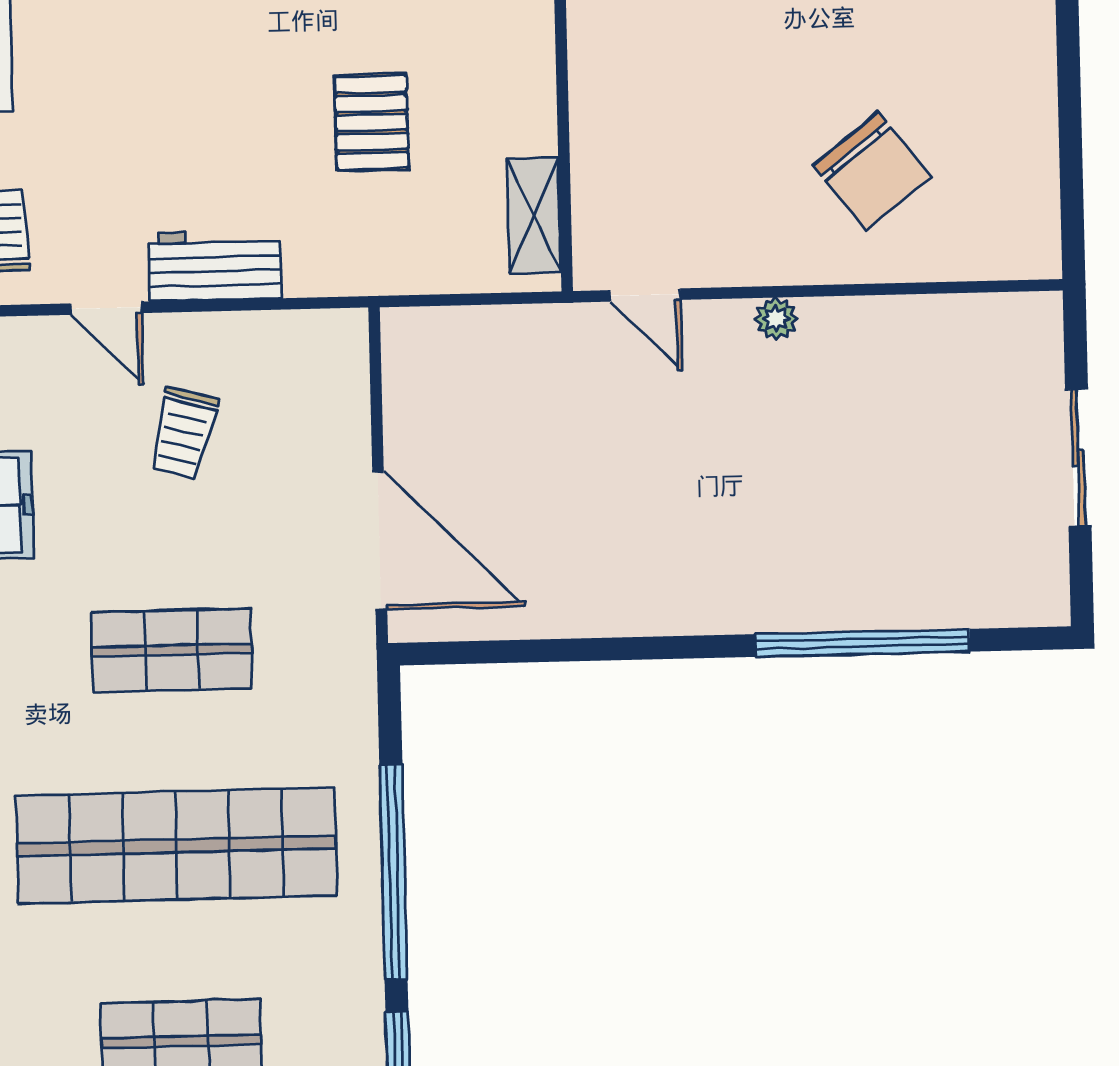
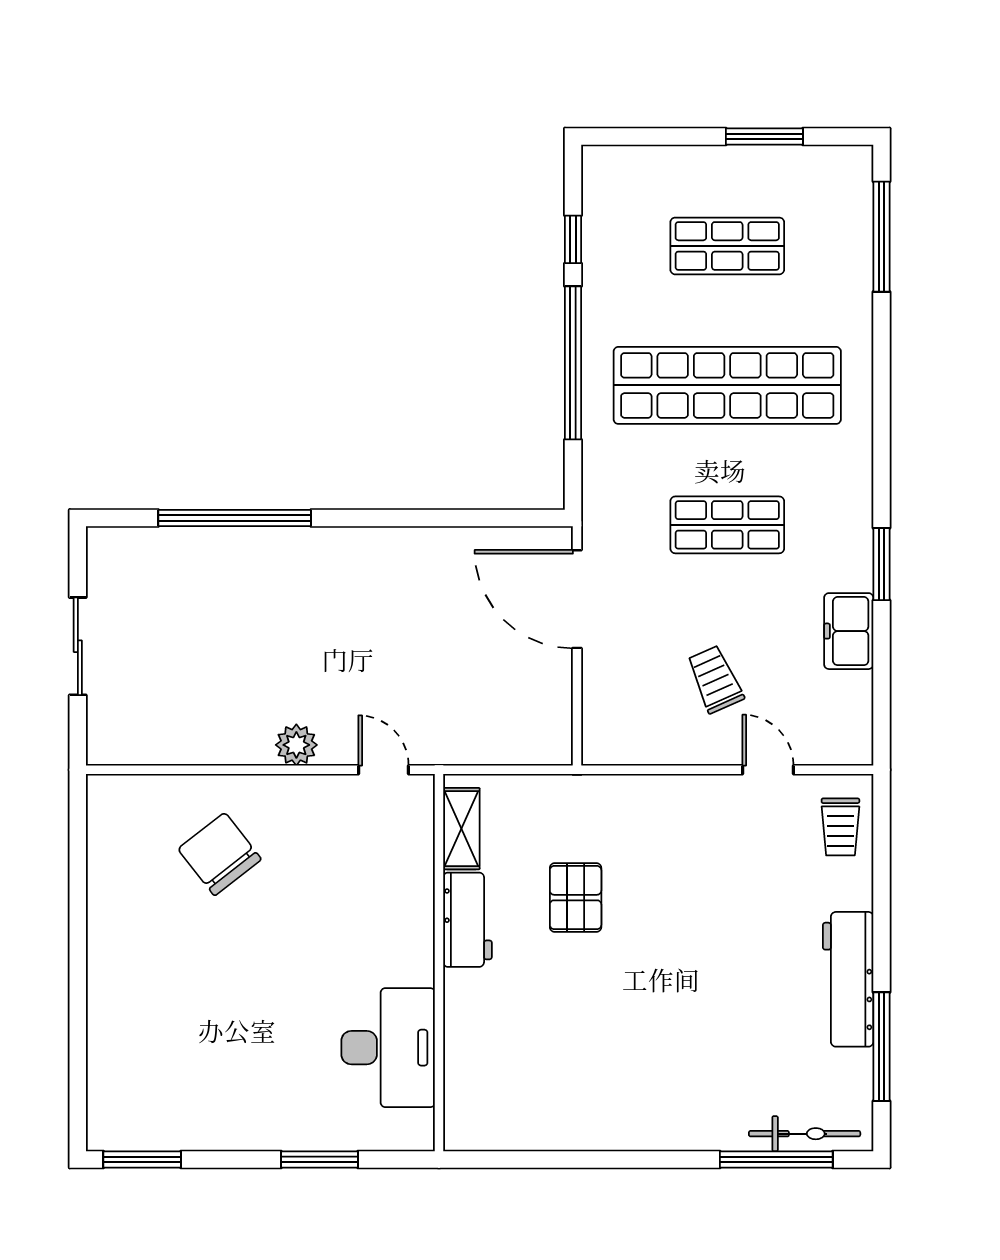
workbench: (215, 266) -> (467, 920), moved, turned -90
plant: (776, 319) -> (296, 745), width x1.38, depth x1.38
trolley: (183, 433) -> (715, 679), turned -39

